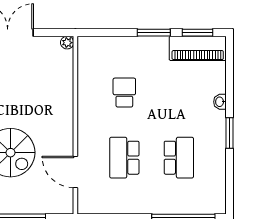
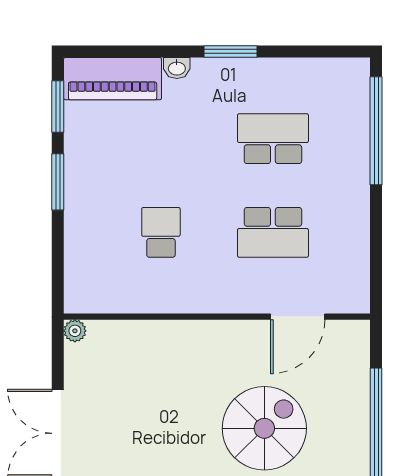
piano: (198, 48) -> (113, 79), moved, turned 90
school desk: (124, 93) -> (161, 232), turned 90

